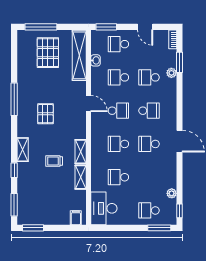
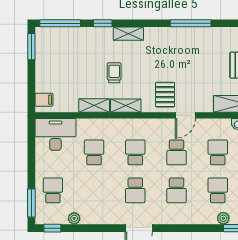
pallet: (45, 114) -> (165, 95), moved, turned 90
school desk: (149, 144) -> (135, 190), turned 180
window: (14, 205) -> (60, 23), width x1.44

